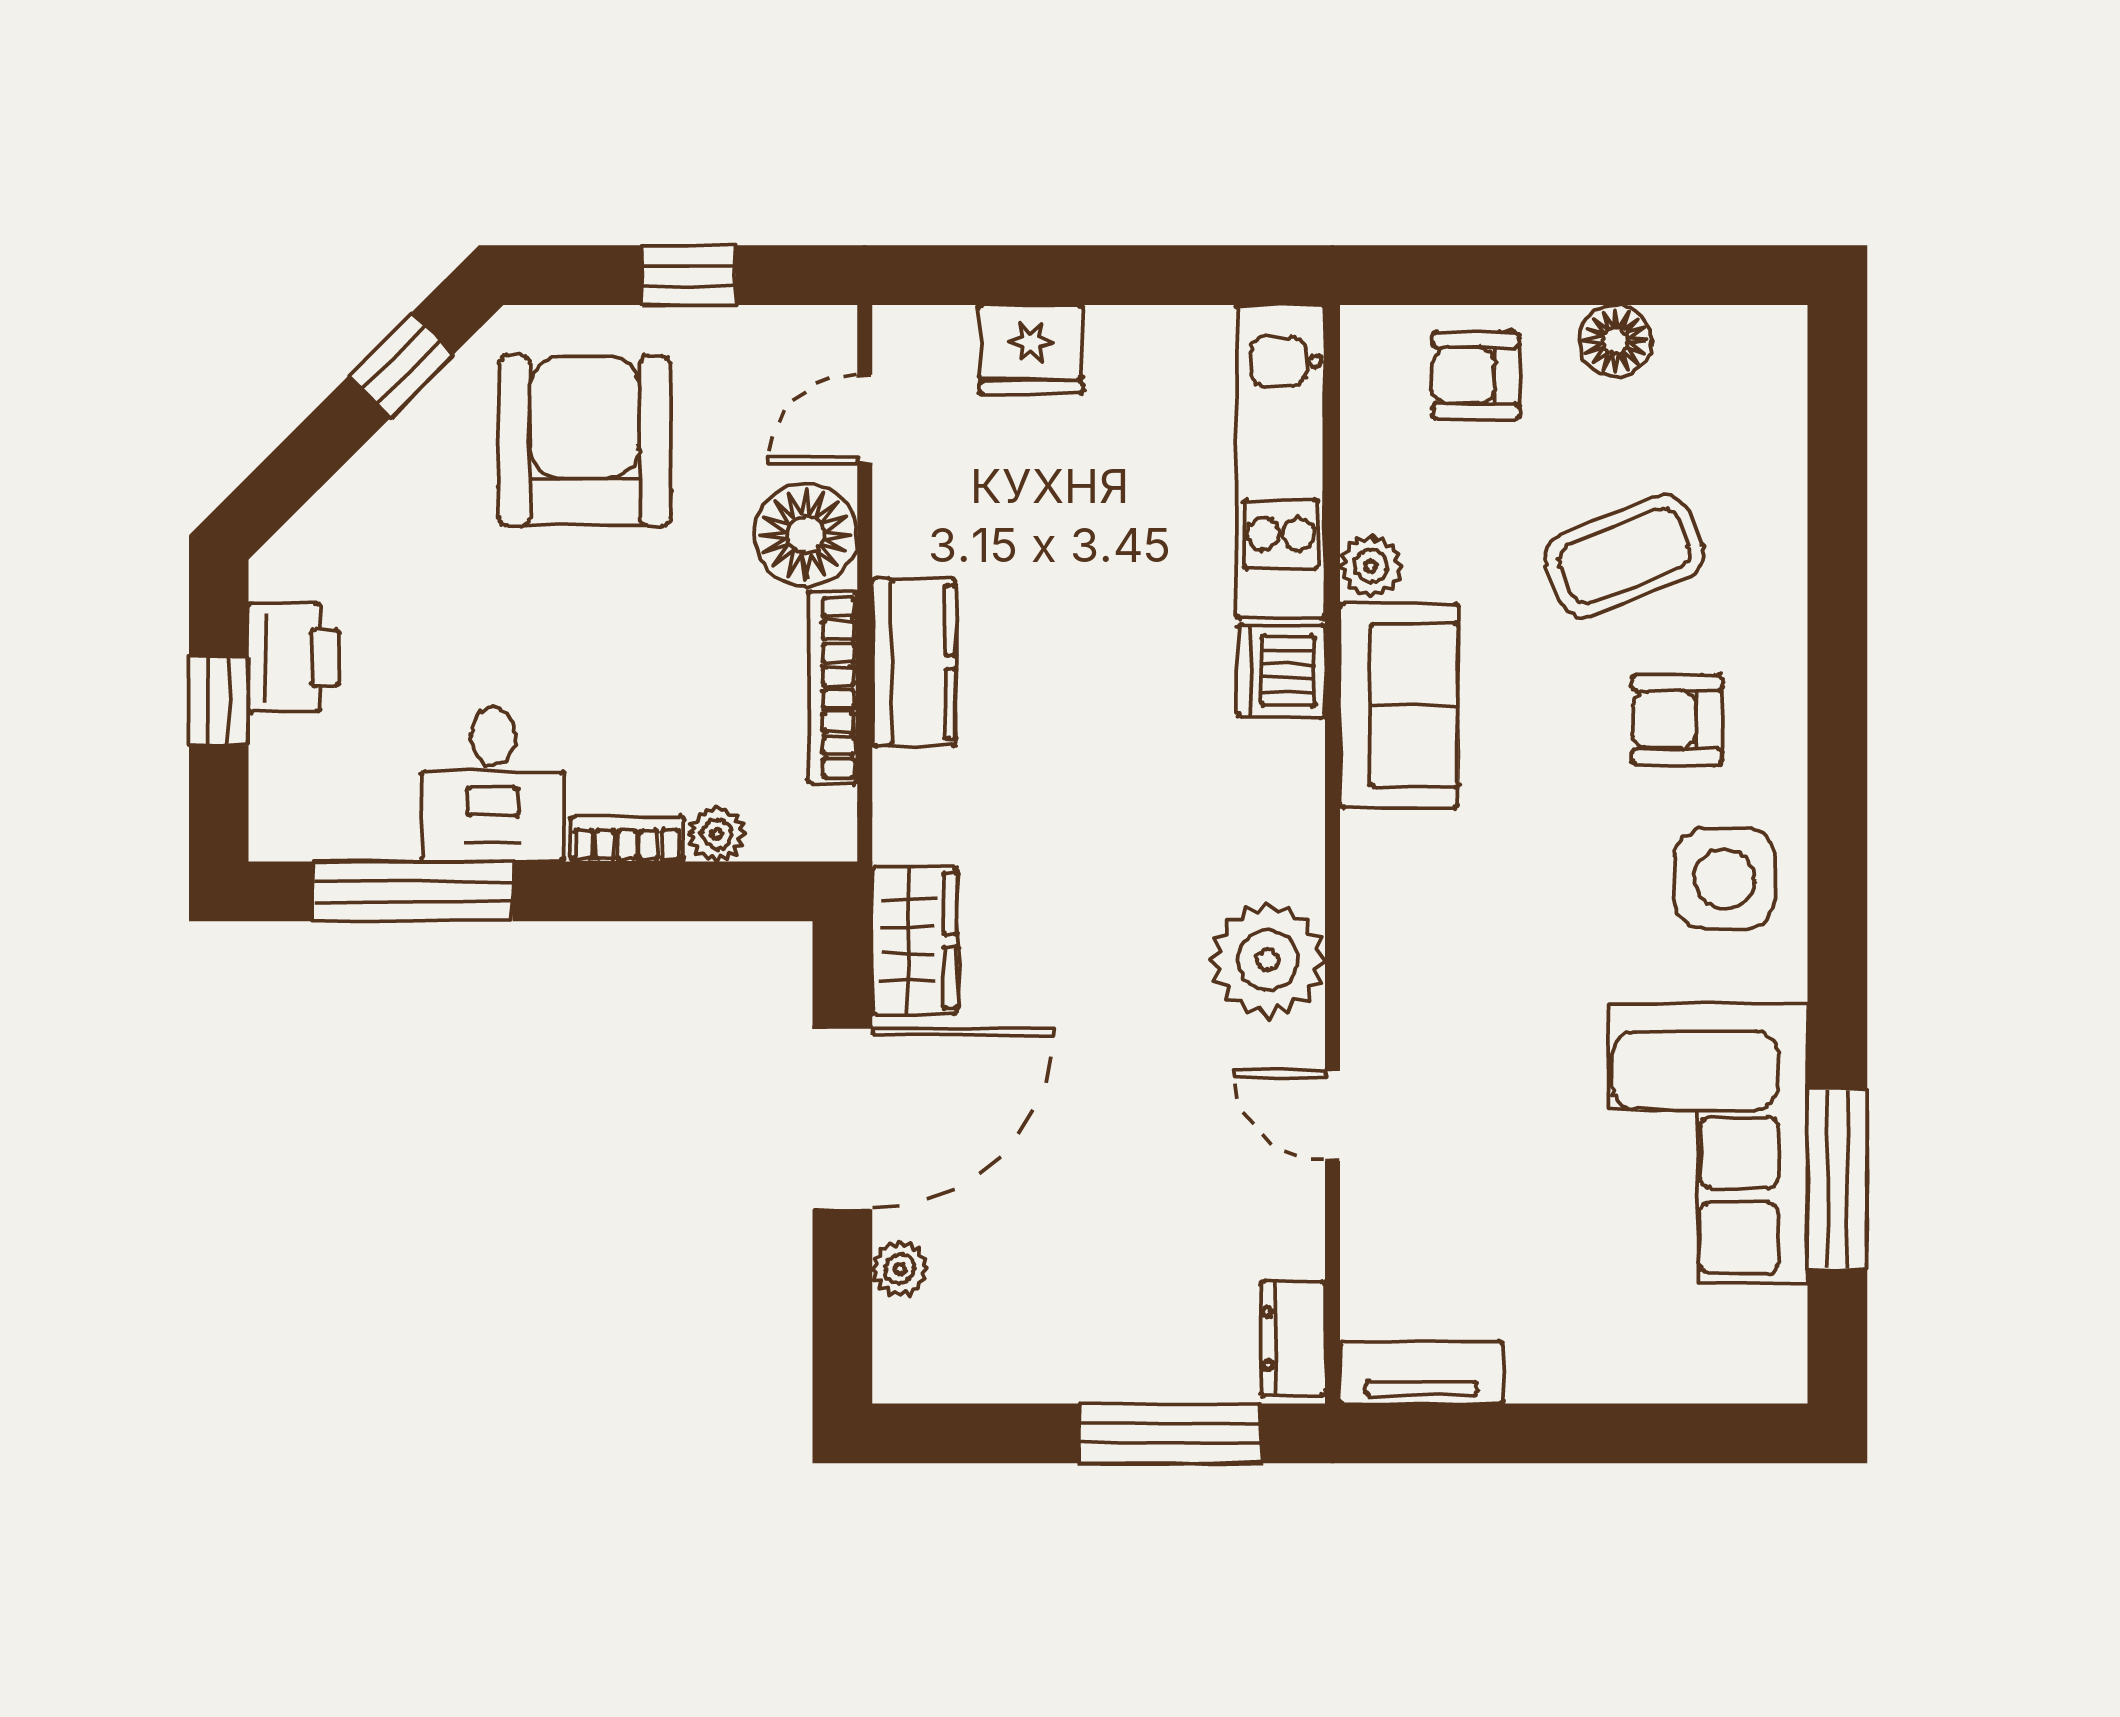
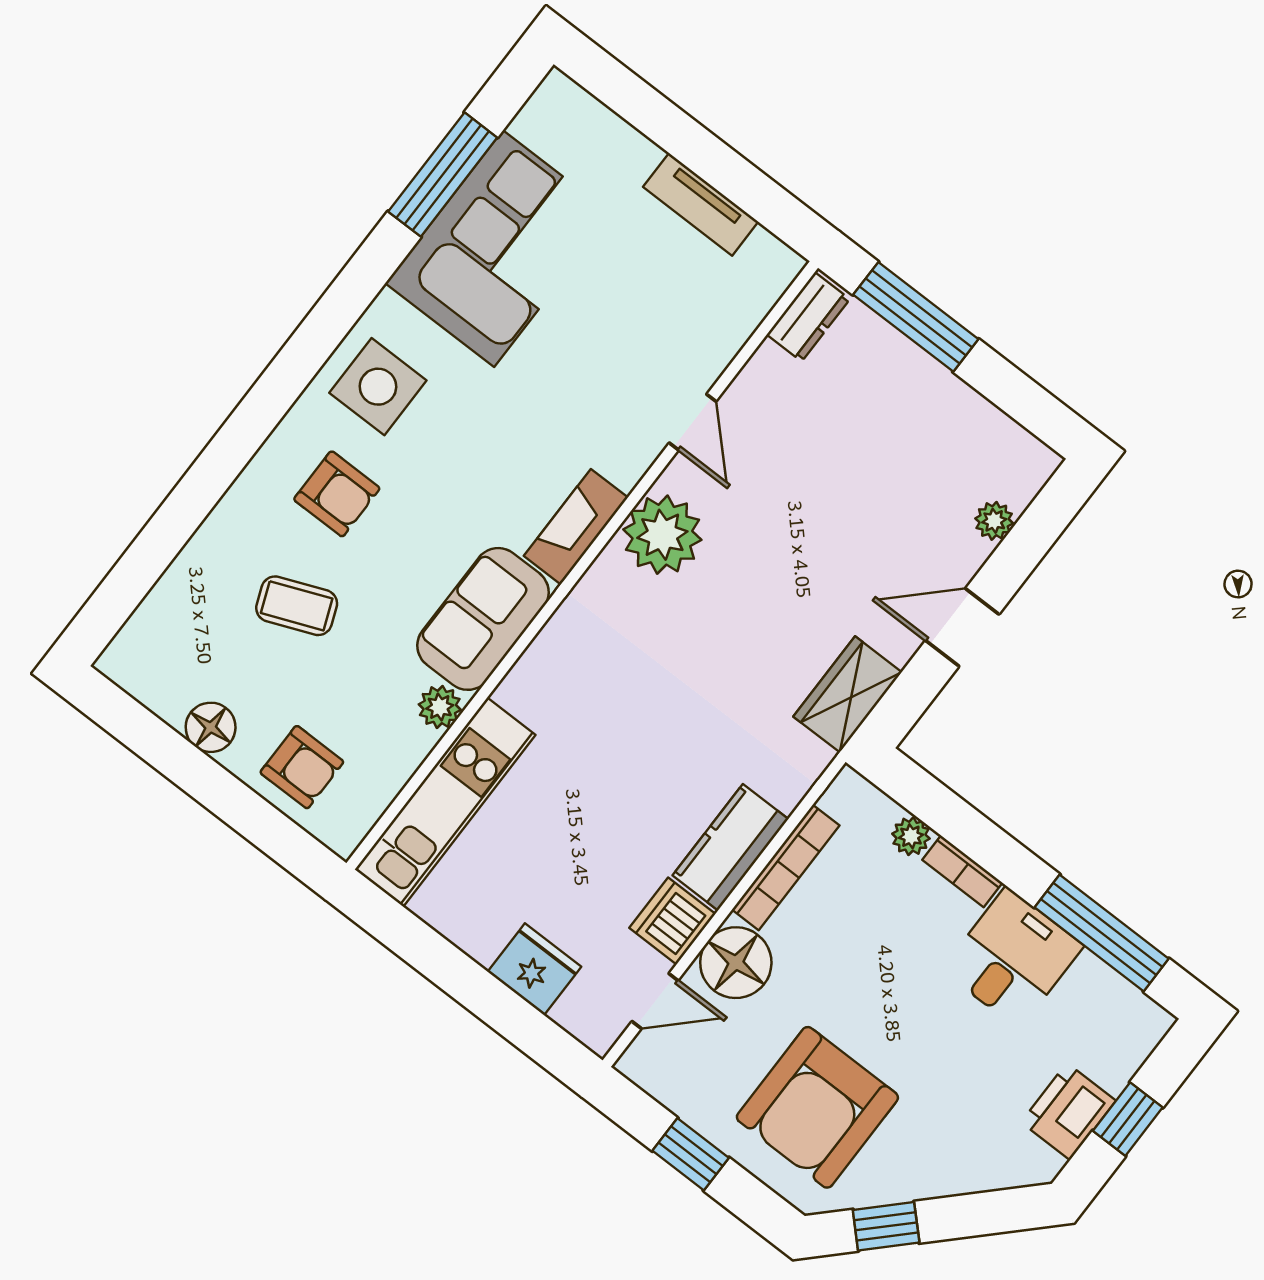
coffee table: (1624, 556) -> (297, 606), width x0.73, depth x0.77
dishwasher: (1282, 671) -> (672, 921), moved, turned 180
fireplace: (1374, 893) -> (576, 527), added
door: (842, 1119) -> (962, 627), width x0.53
tv unit: (1421, 1373) -> (701, 204), moved

